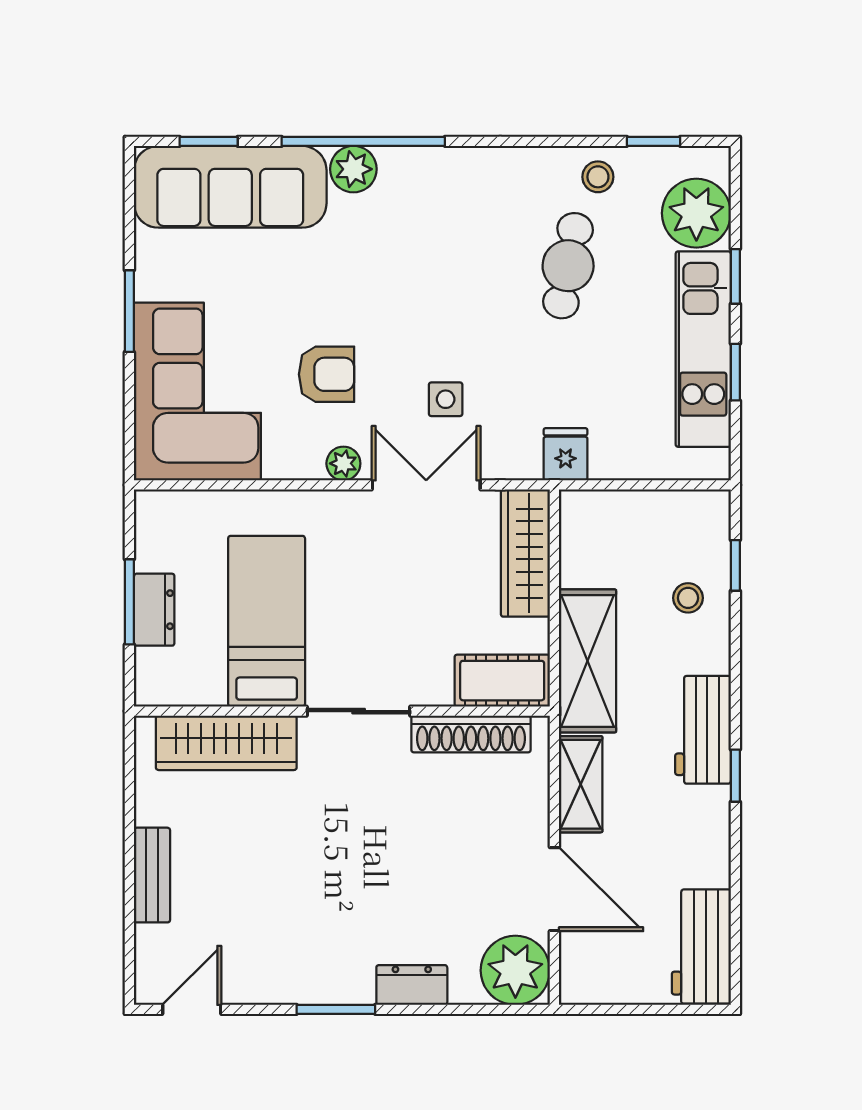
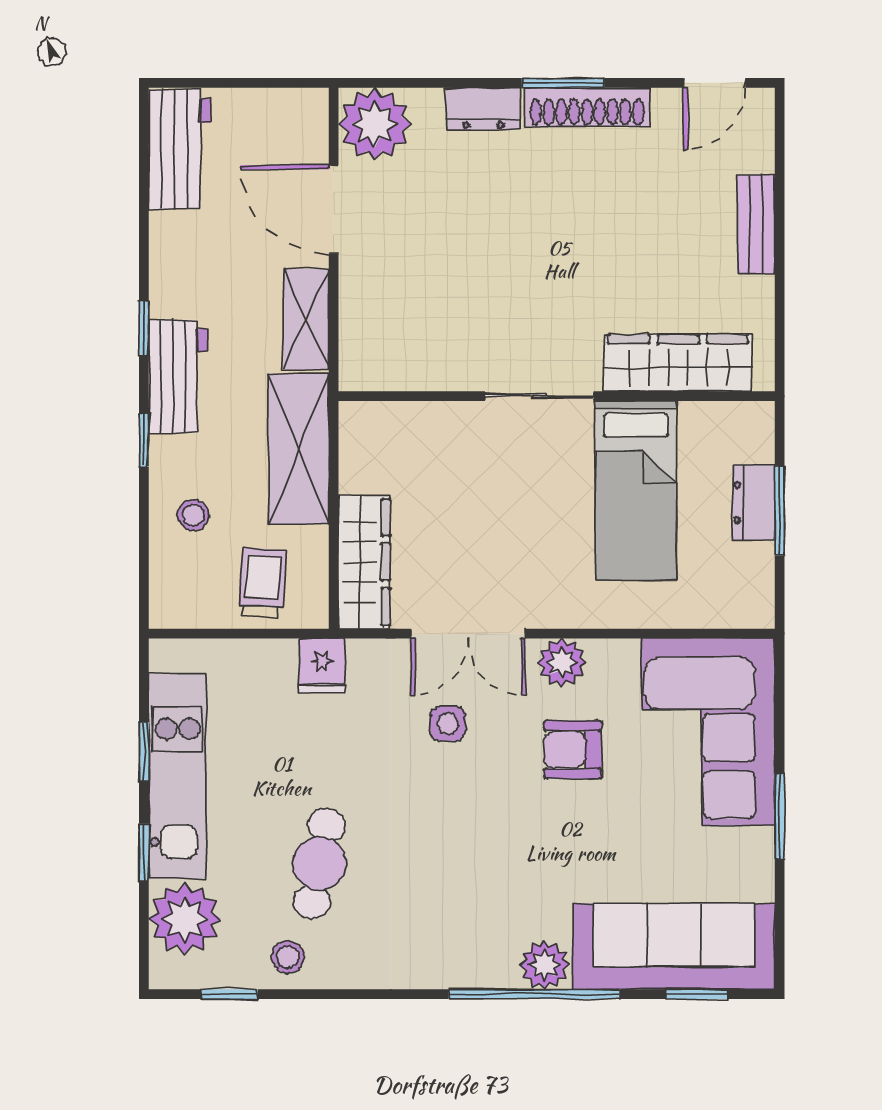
plant: (343, 463) -> (562, 663), width x1.38, depth x1.38
trolley: (622, 534) -> (262, 582), added
window: (735, 565) -> (144, 440), moved
cot: (502, 681) -> (388, 428), removed
shoe rack: (471, 734) -> (587, 107), moved, turned 180

